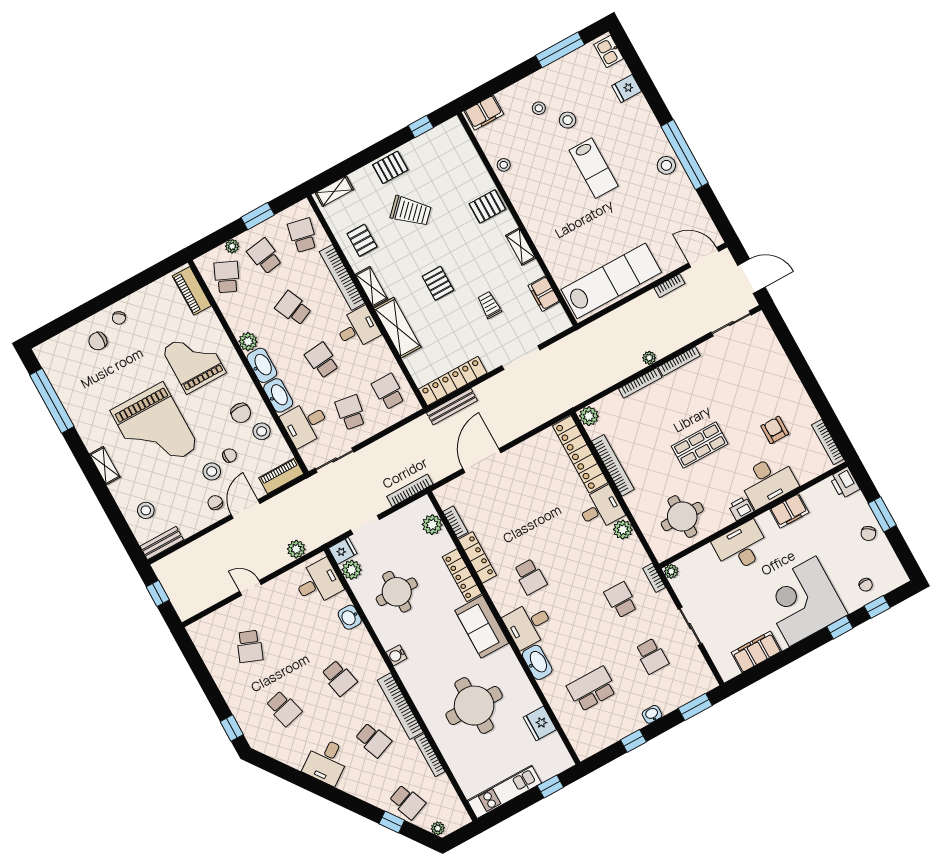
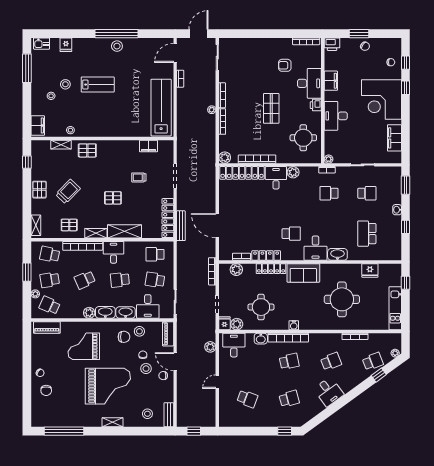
pallet: (487, 206) -> (87, 150), turned 90
shelving: (521, 247) -> (61, 145), moved
bookcase: (400, 706) -> (288, 338), moved

